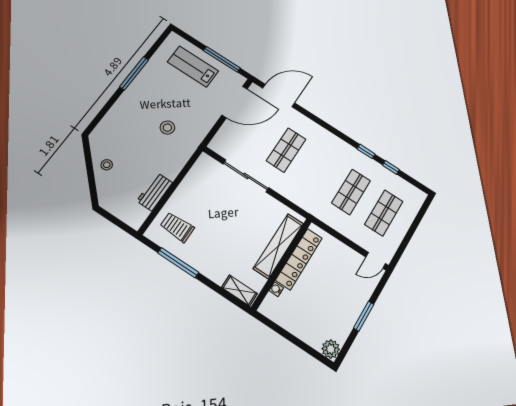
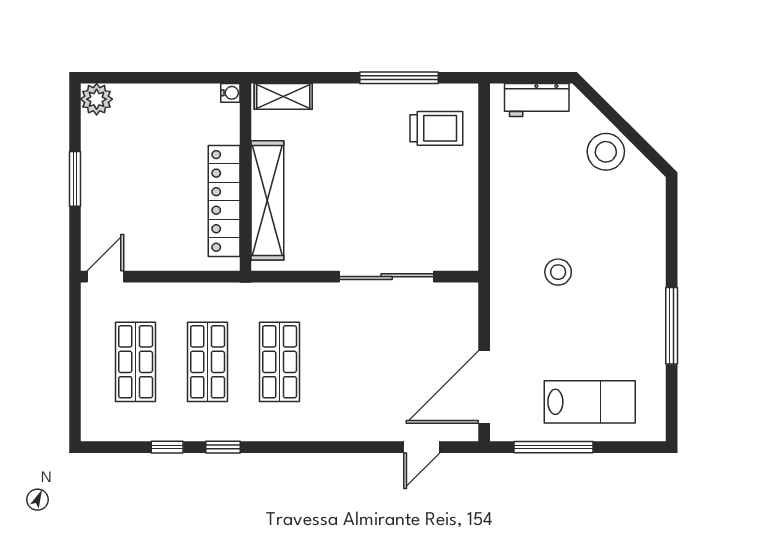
door: (279, 96) -> (422, 447), width x0.53
shop shelf: (286, 150) -> (280, 362), moved
stool: (107, 165) -> (606, 152), width x1.89, depth x1.89
workbench: (155, 192) -> (537, 100), moved, turned 90
water cooler: (276, 289) -> (230, 93), moved

